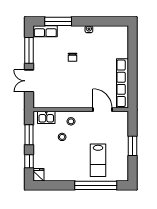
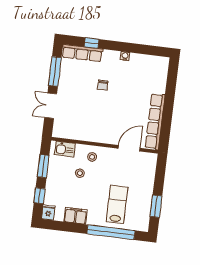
window: (58, 21) -> (92, 43), width x0.46
row of seats: (45, 31) -> (82, 53), width x1.48
door: (103, 110) -> (129, 148), hinge flipped
window: (133, 146) -> (156, 206), moved
lab bench: (98, 160) -> (117, 204), turned 180
filing cabinet: (63, 175) -> (75, 216), added

